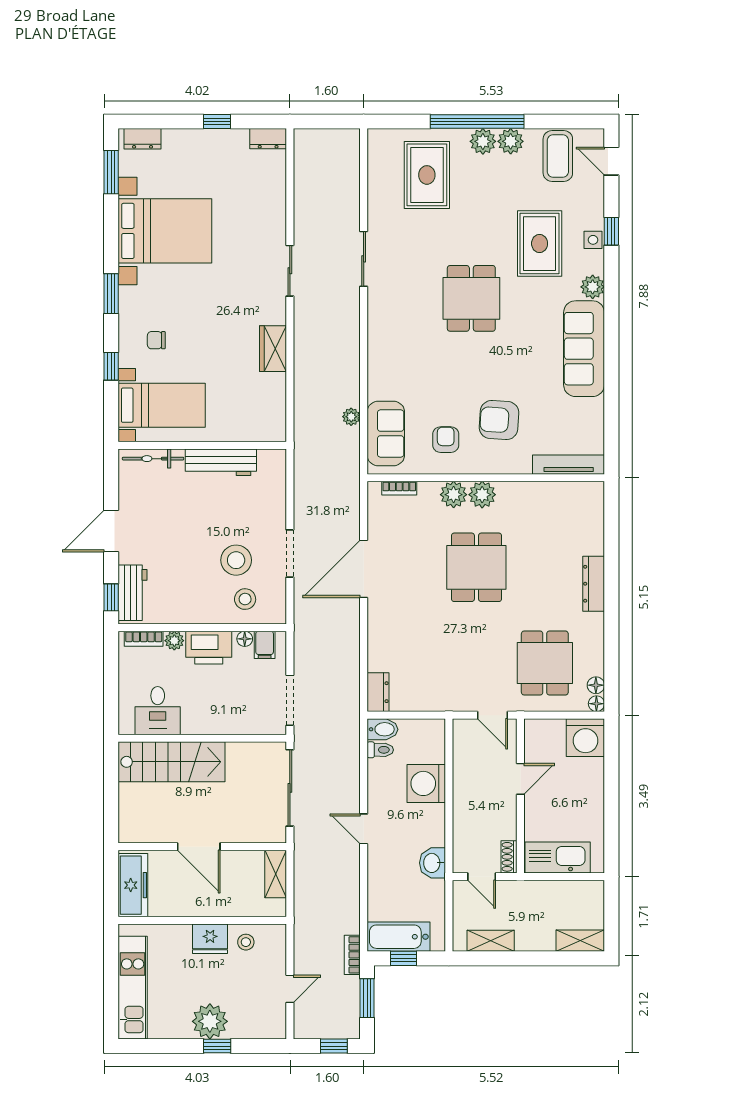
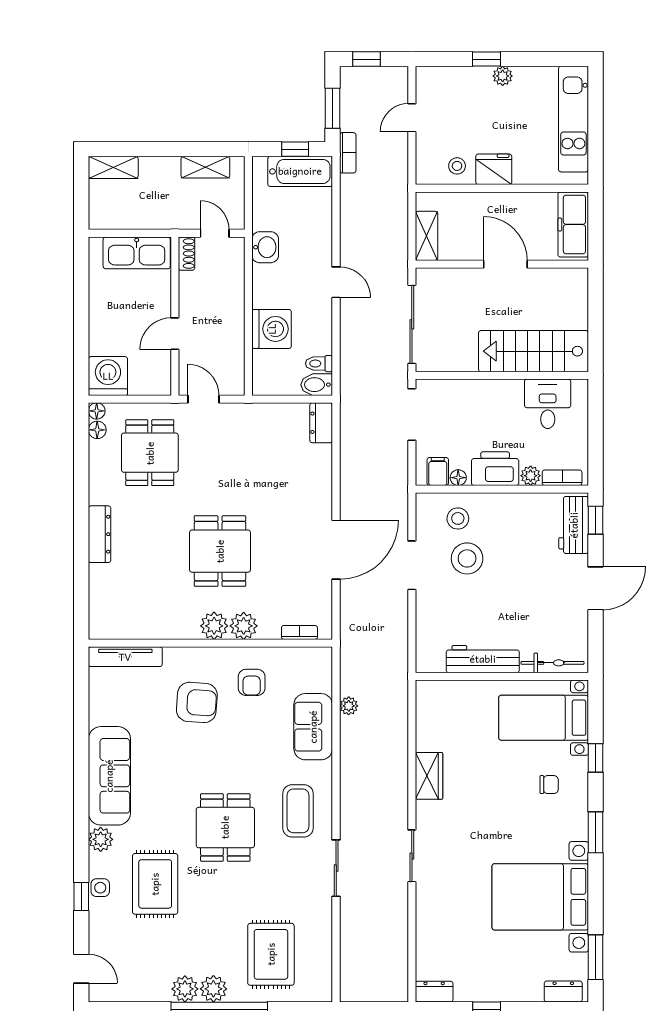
coffee table: (558, 156) -> (298, 811), moved
sofa: (386, 434) -> (313, 727), moved
plant: (210, 1021) -> (503, 76), width x0.53, depth x0.53

